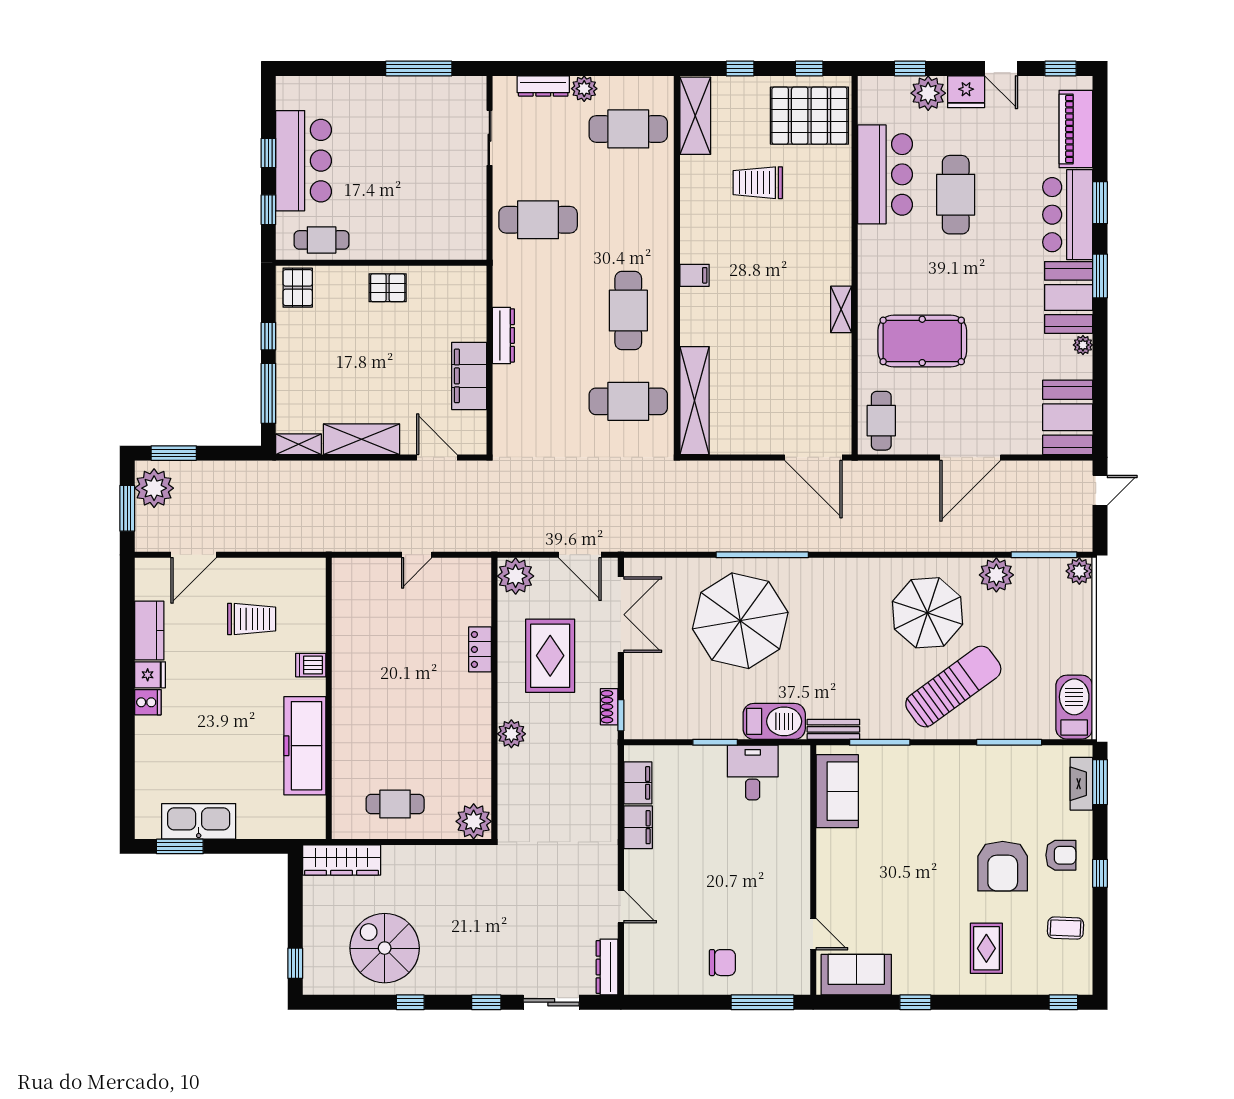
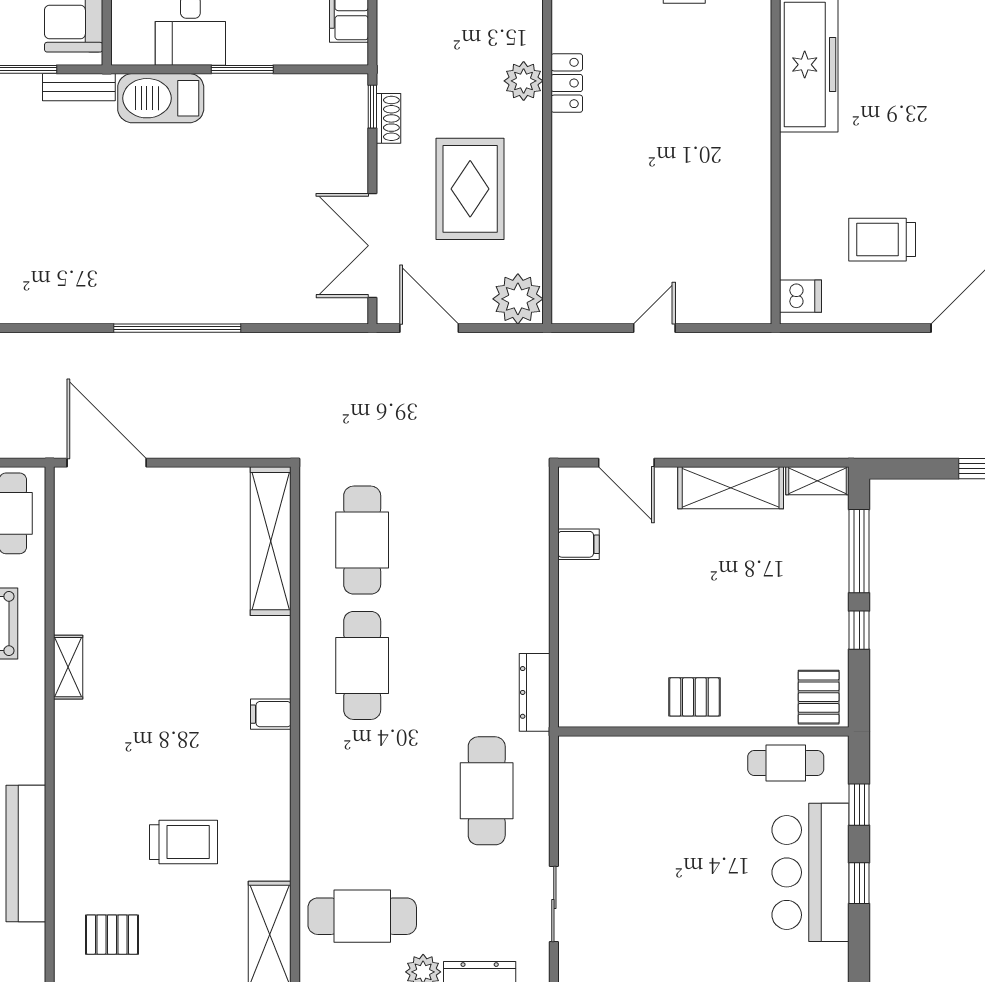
pallet: (809, 116) -> (112, 935), width x0.49, depth x0.50
cafe table: (538, 220) -> (487, 791), turned 90
dresser: (503, 335) -> (535, 692), moved
filing cabinet: (469, 376) -> (579, 544), width x0.33, depth x0.86
cafe table: (628, 401) -> (362, 540), turned 90
parasol: (740, 621) -> (208, 237), removed
locker: (480, 649) -> (567, 83), moved
dishwasher: (311, 665) -> (801, 296), moved

